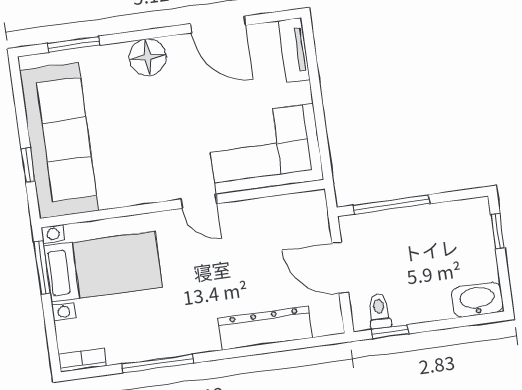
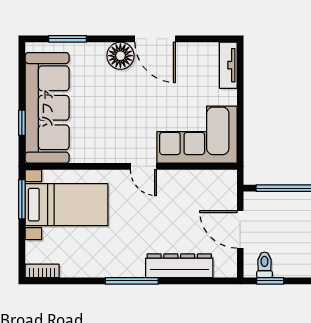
door: (218, 25) -> (155, 39), moved
window: (157, 363) -> (132, 281), moved

